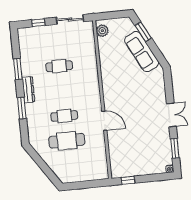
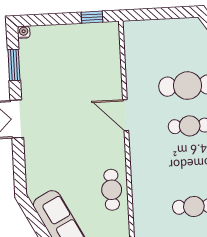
cafe table: (111, 74) -> (112, 190), added

